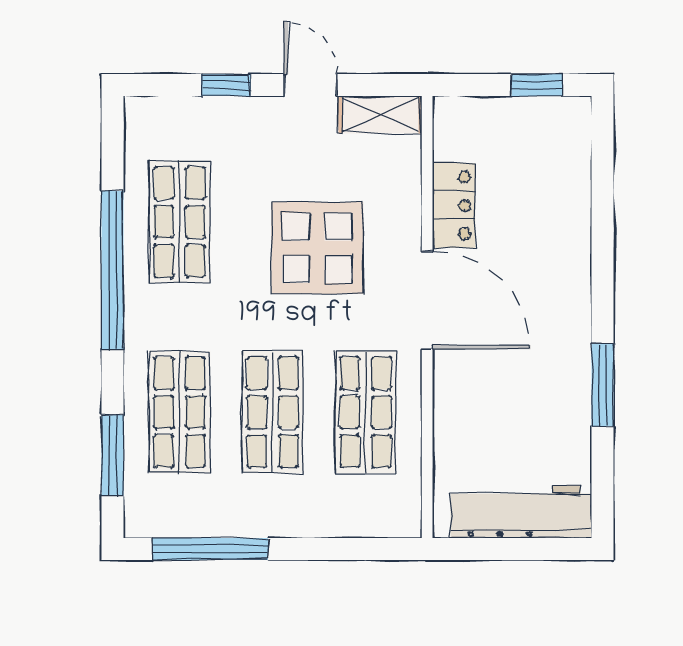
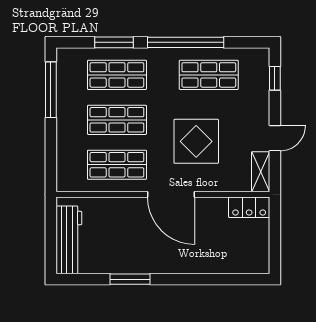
window: (226, 85) -> (275, 78), moved
window: (537, 85) -> (275, 247), removed
locker: (454, 206) -> (249, 207), moved
door: (427, 300) -> (171, 194), hinge flipped
window: (112, 455) -> (114, 42), moved

